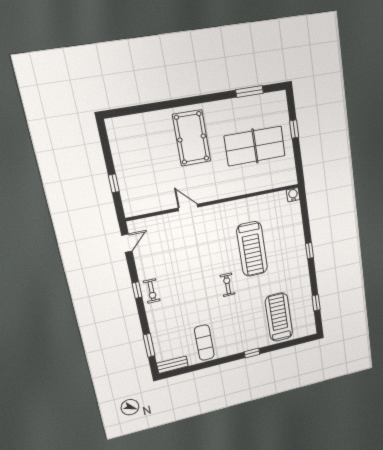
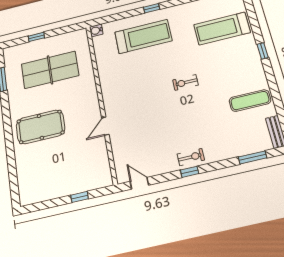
table tennis table: (255, 146) -> (50, 70), turned 90
treadmill: (252, 249) -> (143, 36), moved

